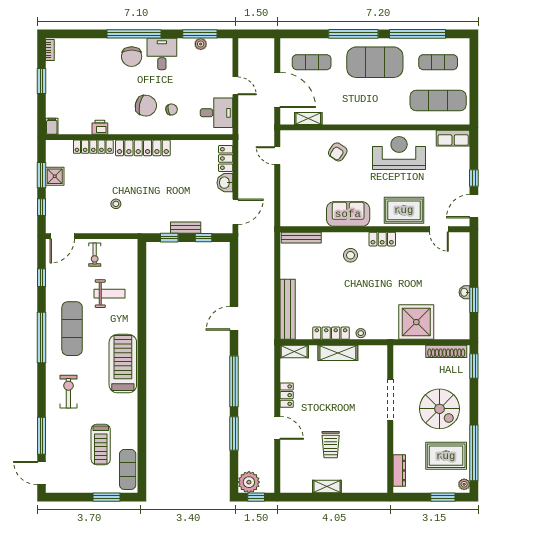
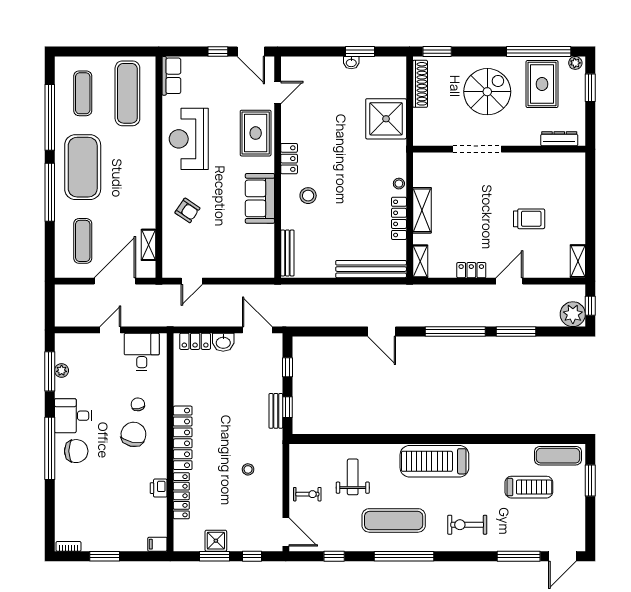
bench: (186, 228) -> (276, 411), moved
shelving: (327, 486) -> (578, 261), moved

